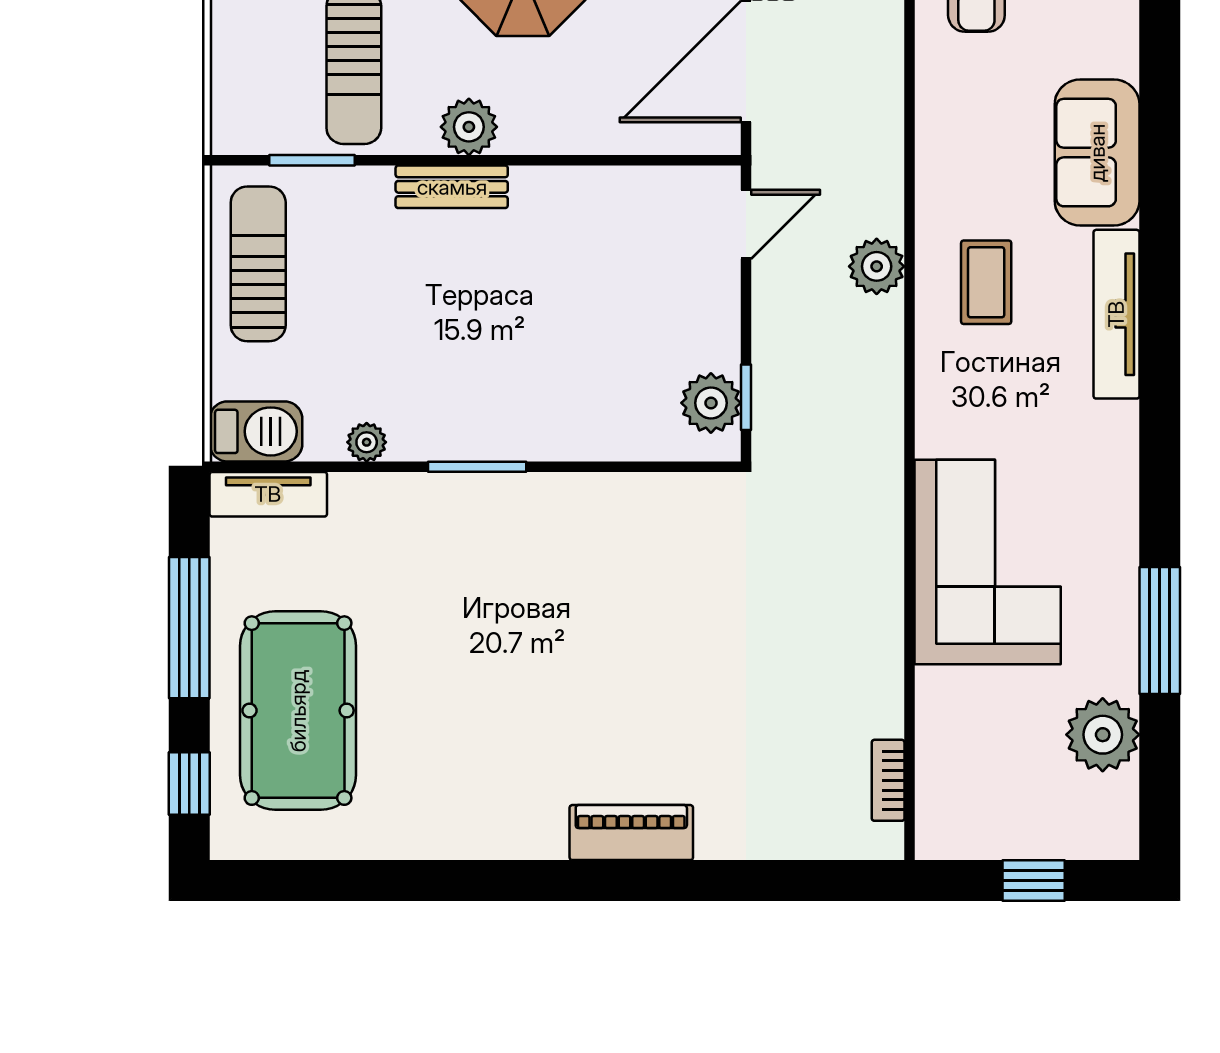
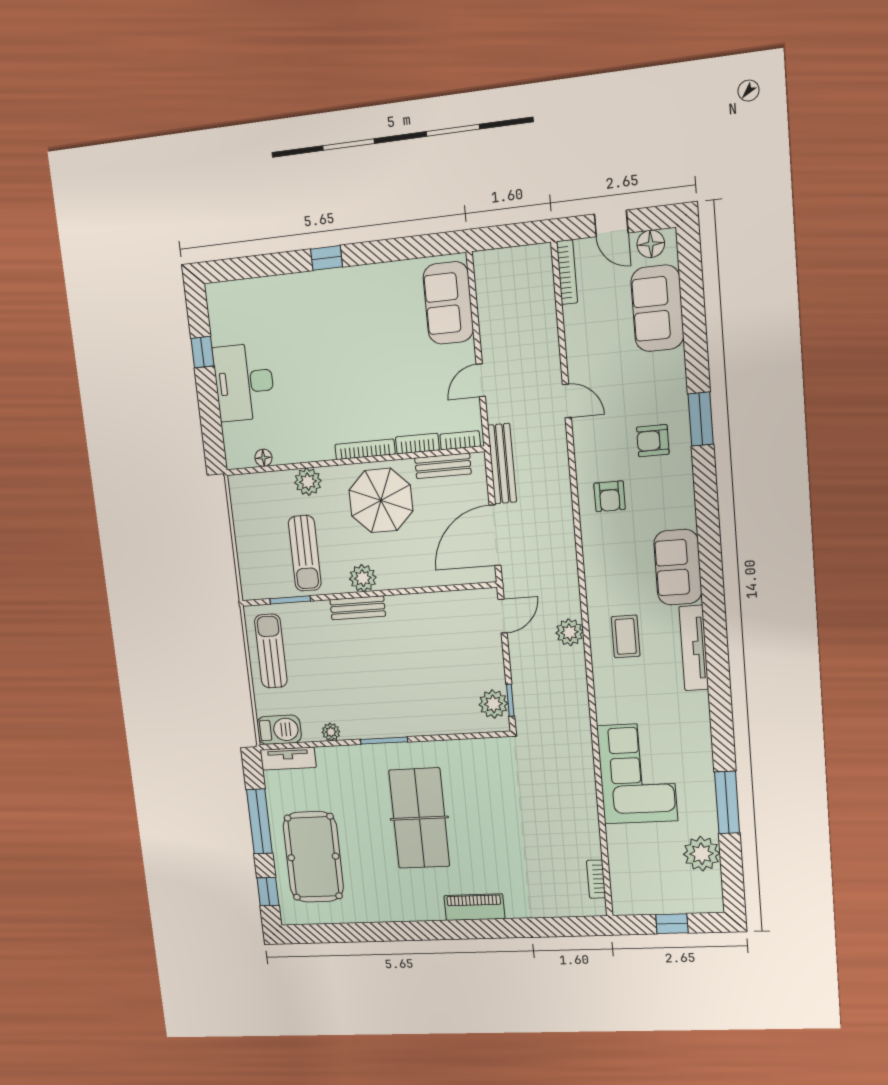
table tennis table: (534, 636) -> (419, 818), added

